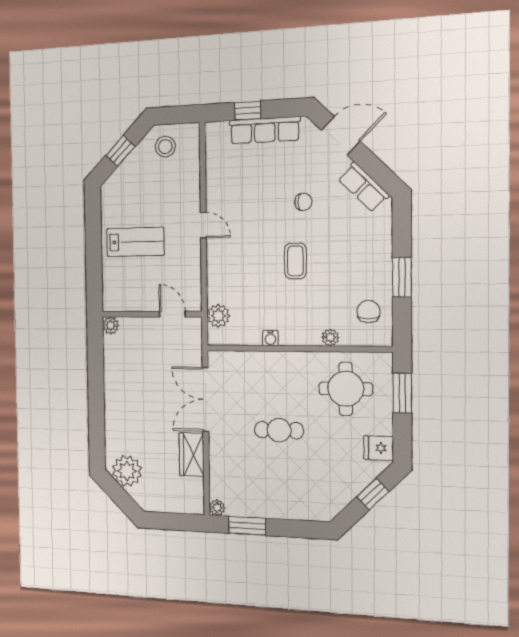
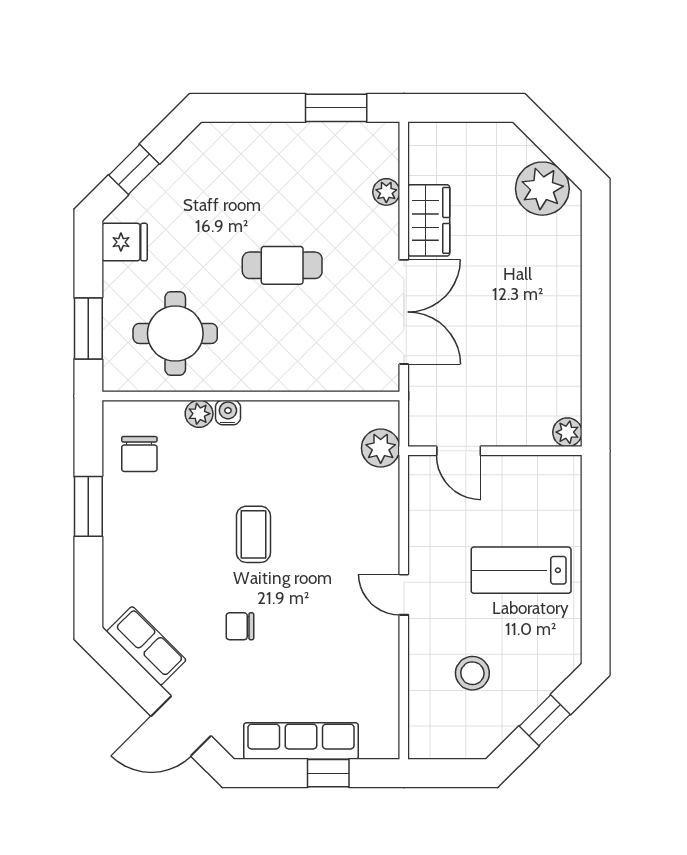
stool: (165, 147) -> (472, 673), moved
water cooler: (270, 338) -> (228, 412), moved
plant: (217, 508) -> (386, 192), moved

